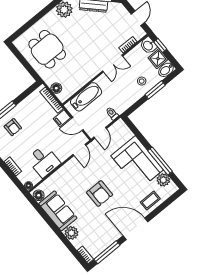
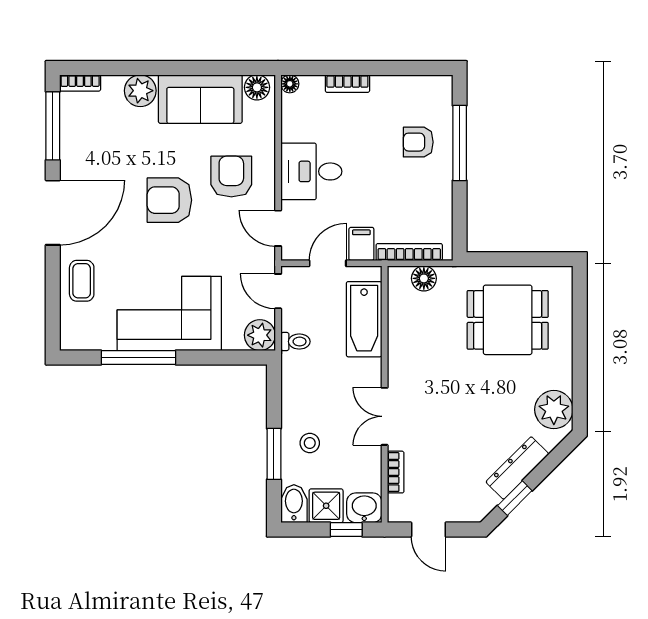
desk: (44, 161) -> (311, 171), moved
armchair: (75, 180) -> (231, 177), added
plant: (163, 180) -> (260, 335), moved

